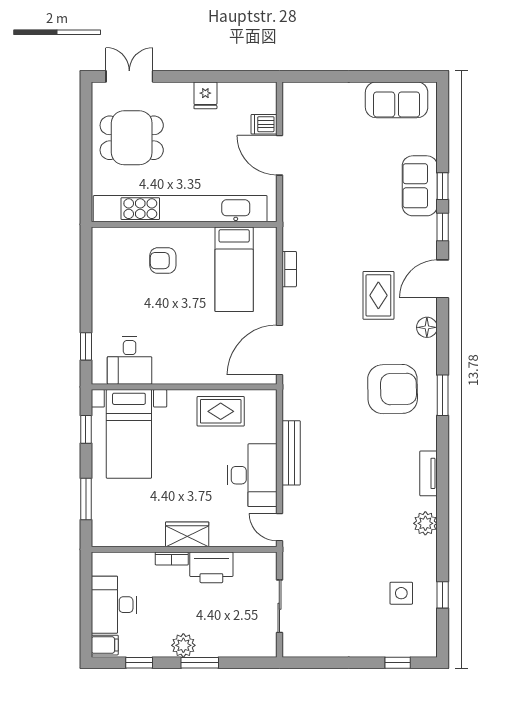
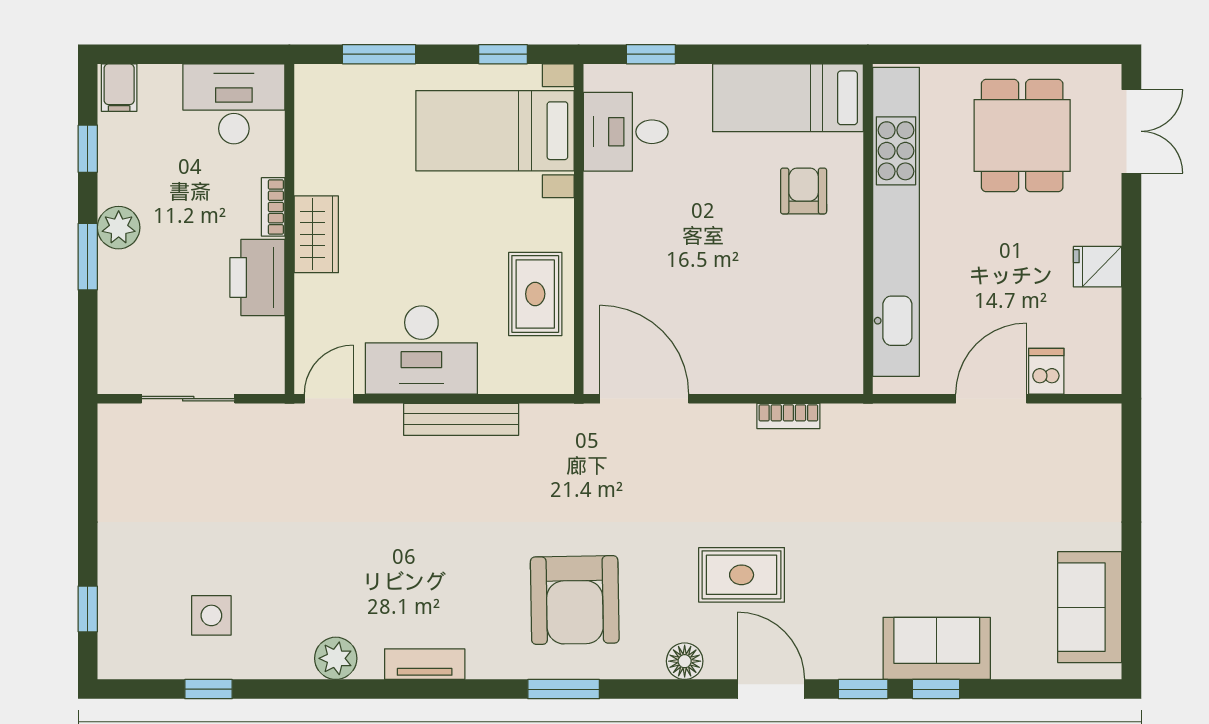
bed: (234, 269) -> (788, 98), moved
desk: (114, 605) -> (234, 104), moved

